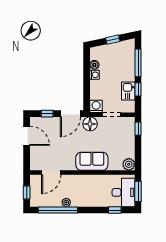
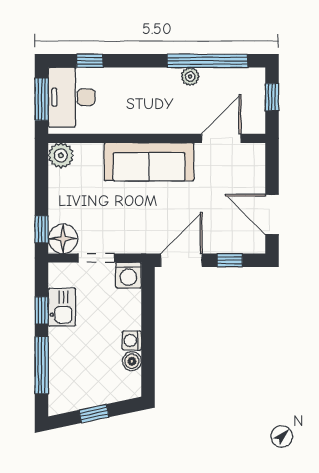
floor lamp: (90, 124) -> (63, 239), moved
sofa: (92, 161) -> (149, 162), width x1.36

